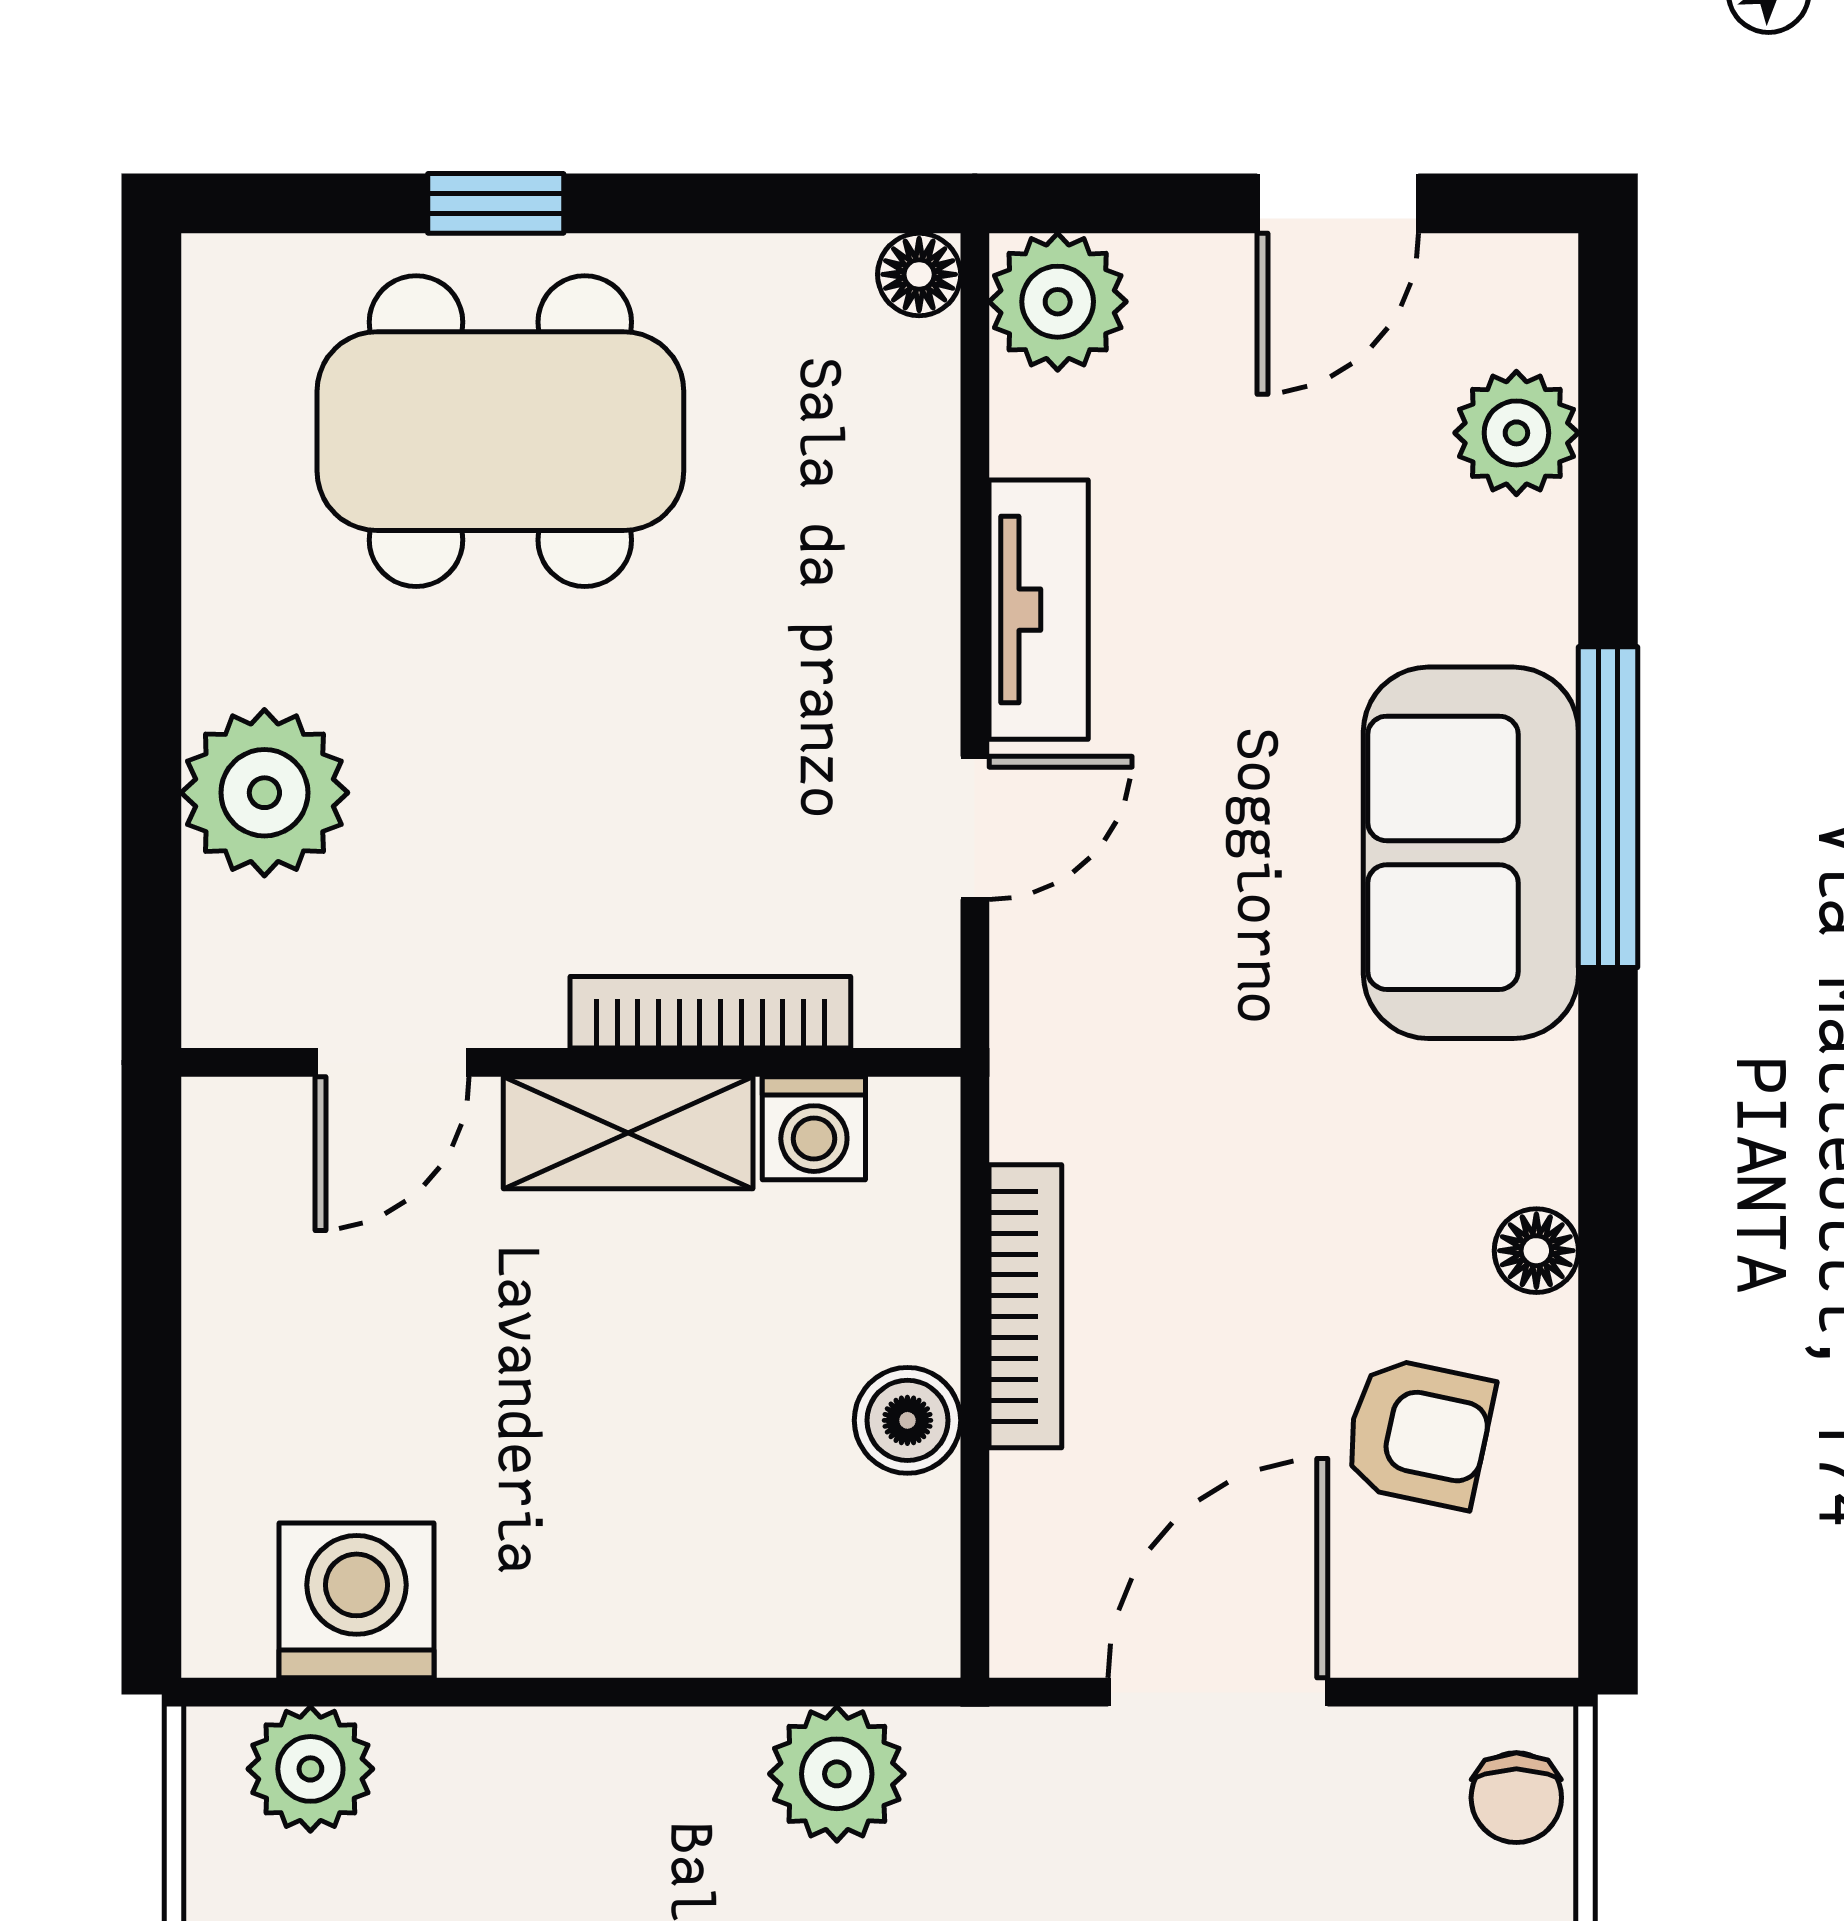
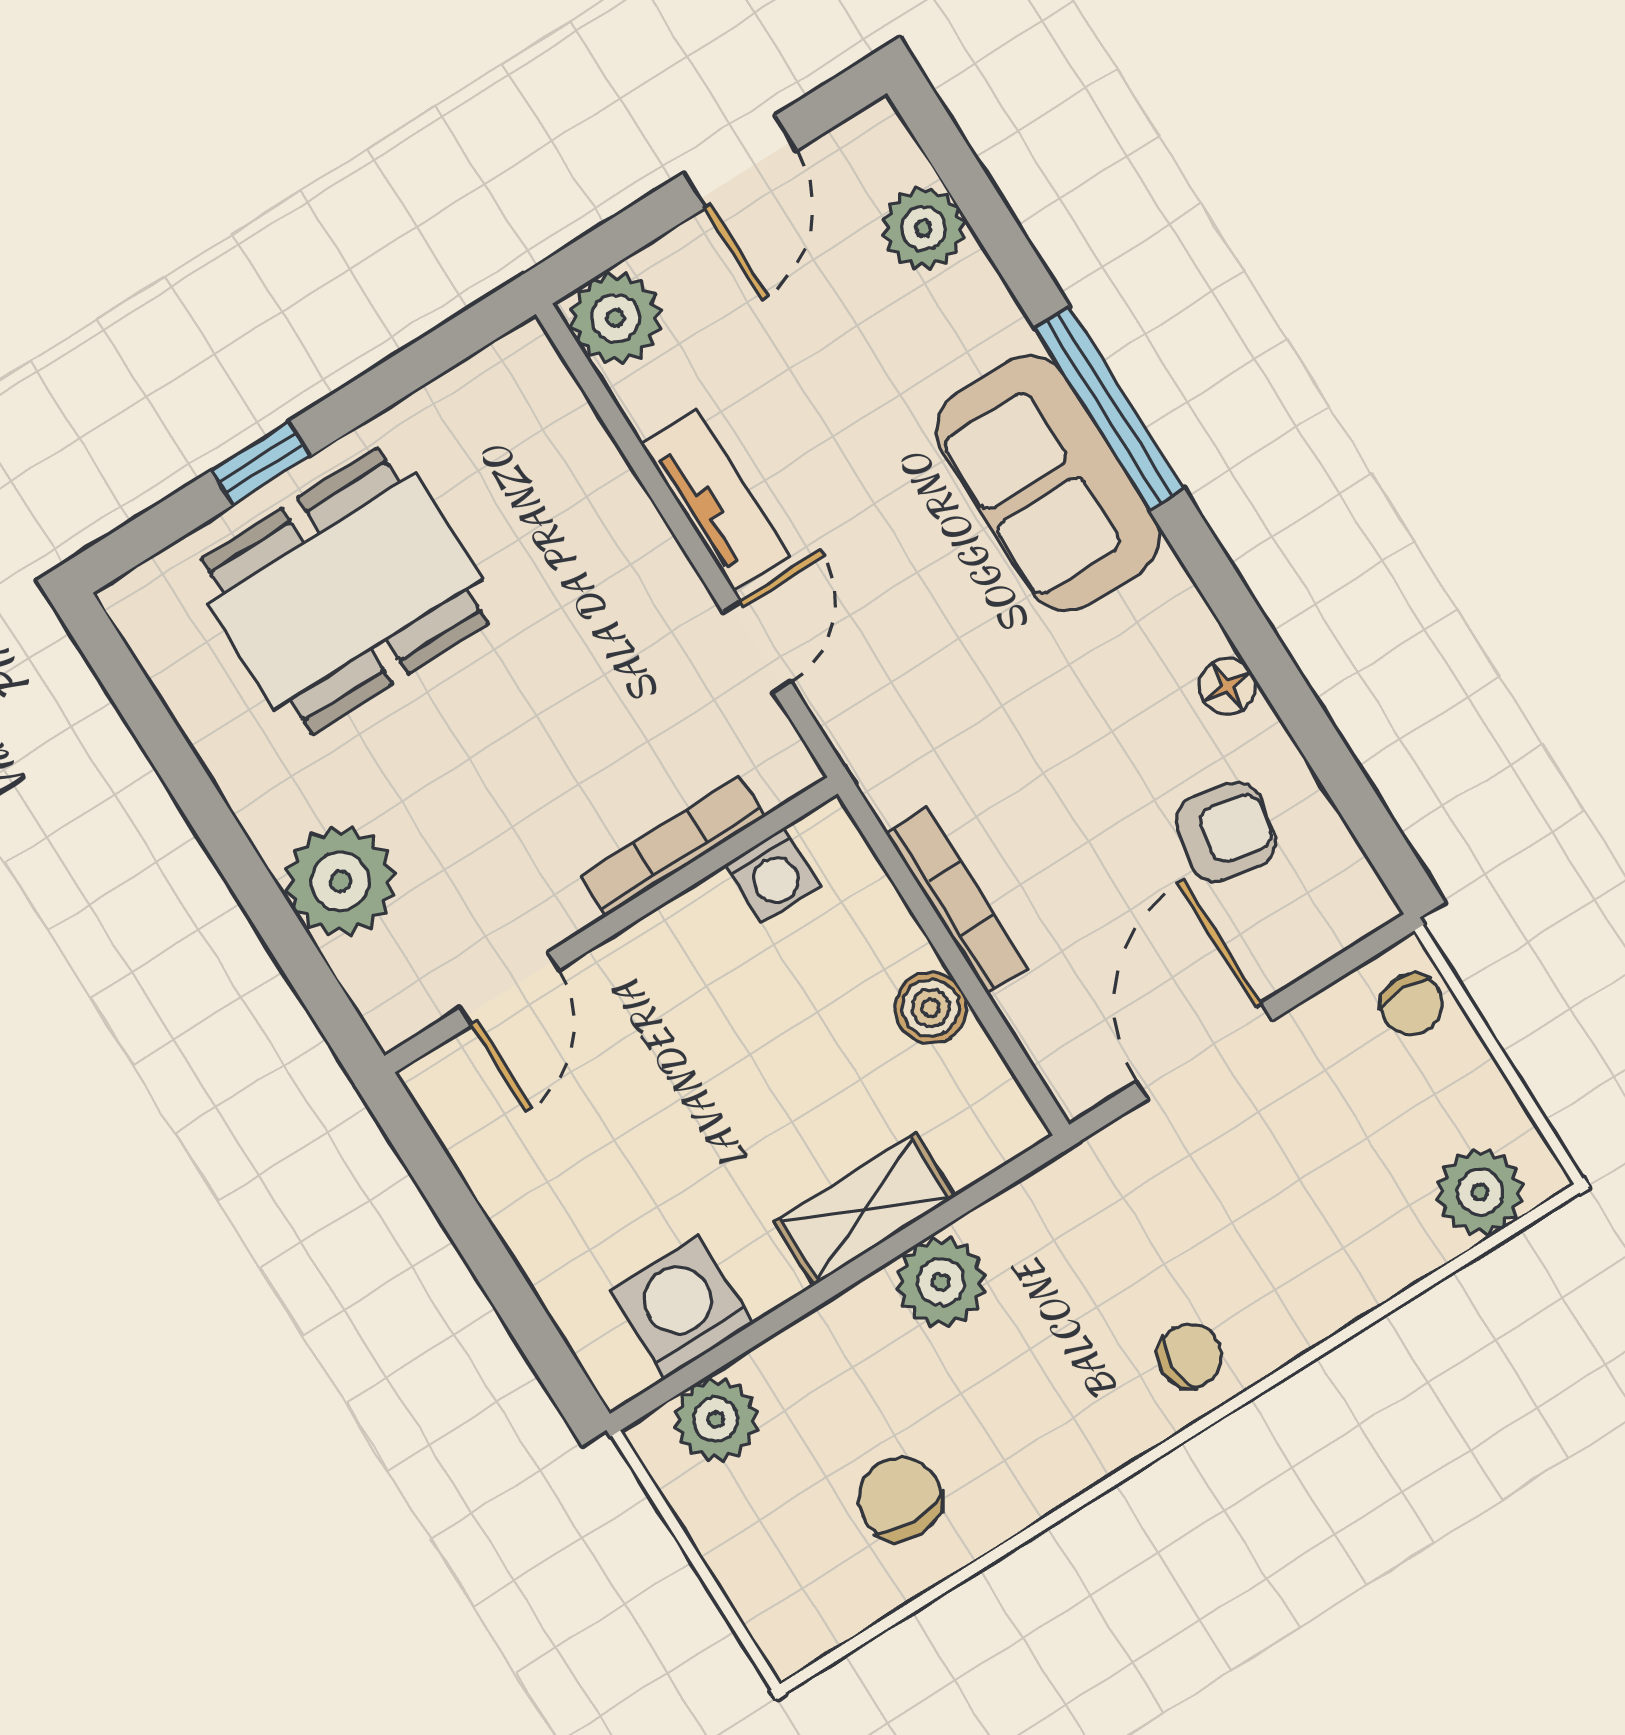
floor lamp: (919, 274) -> (527, 352), removed
shelving: (628, 1133) -> (865, 1209), moved
plant: (837, 1774) -> (941, 1282), moved

